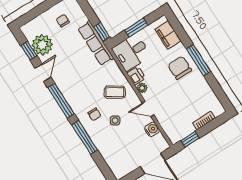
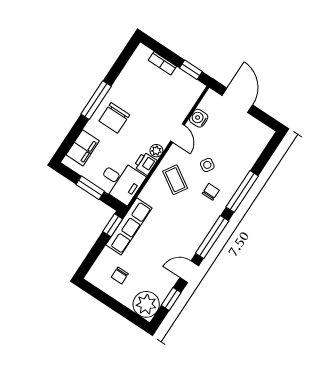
plant: (42, 45) -> (146, 304), moved

